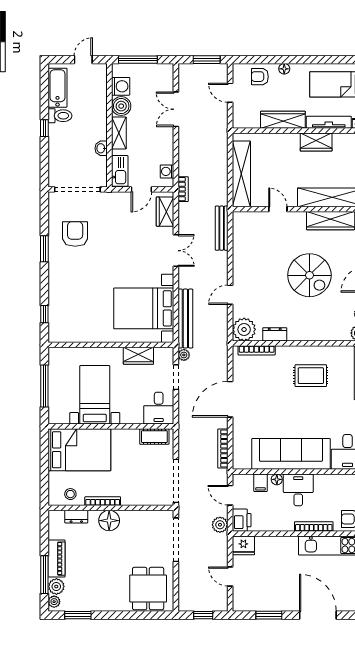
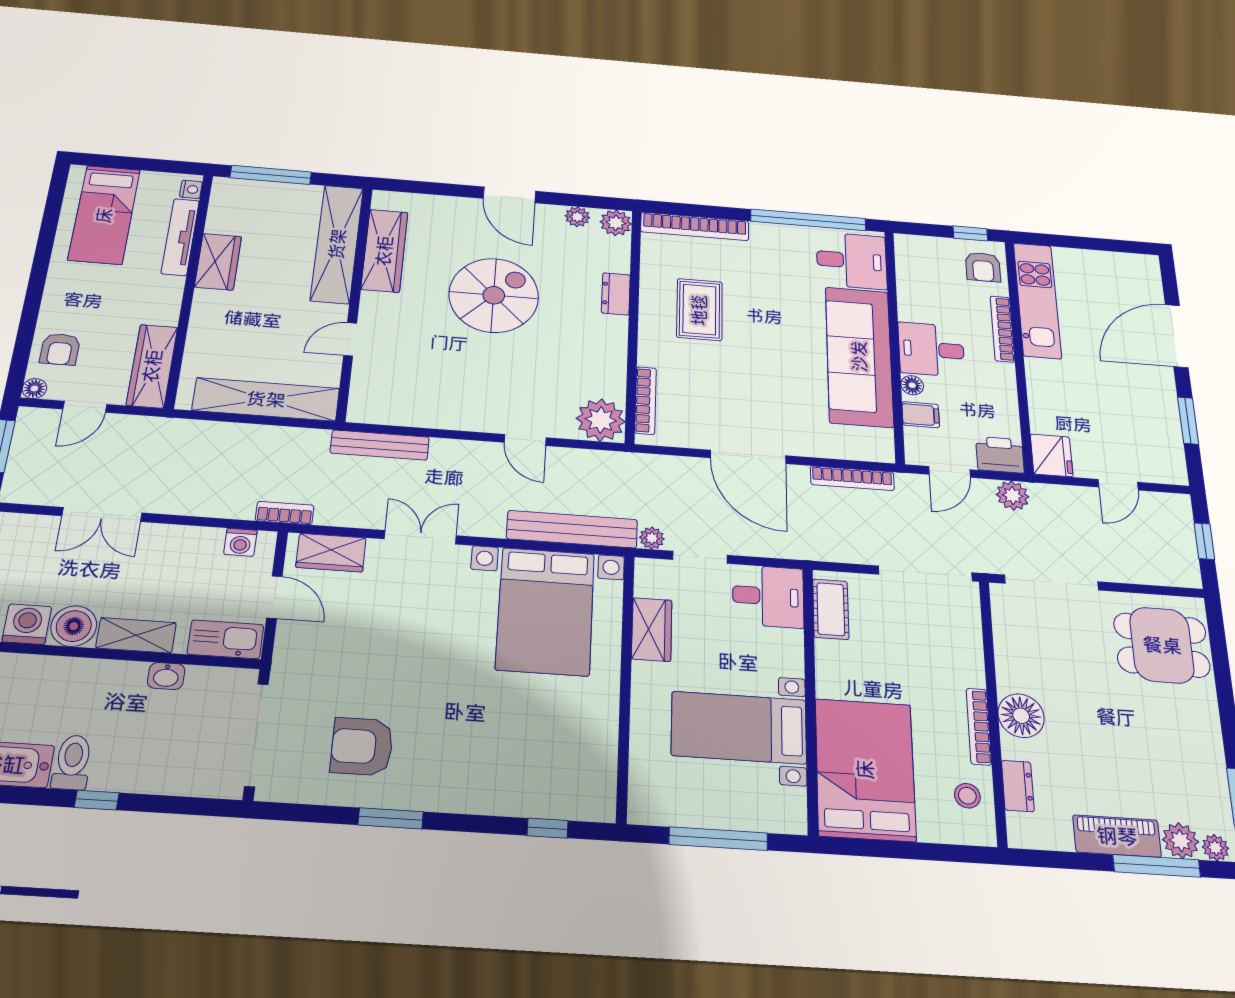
floor lamp: (284, 69) -> (34, 389), moved
wardrobe: (283, 120) -> (152, 366), moved
dresser: (275, 334) -> (616, 294), moved

